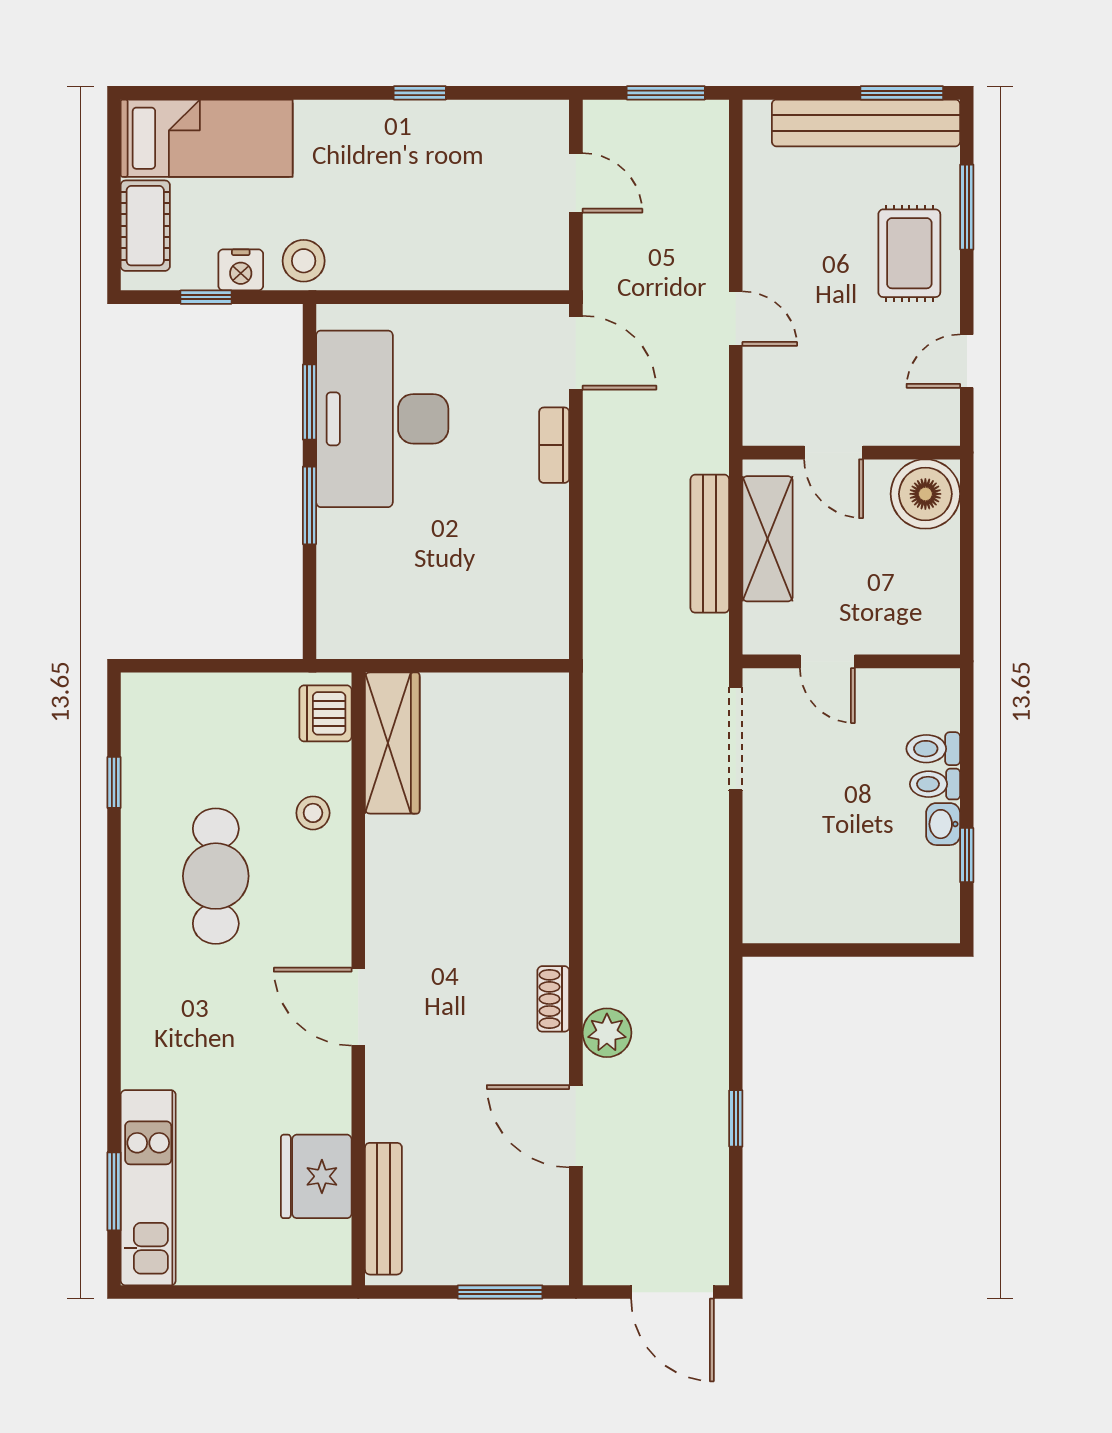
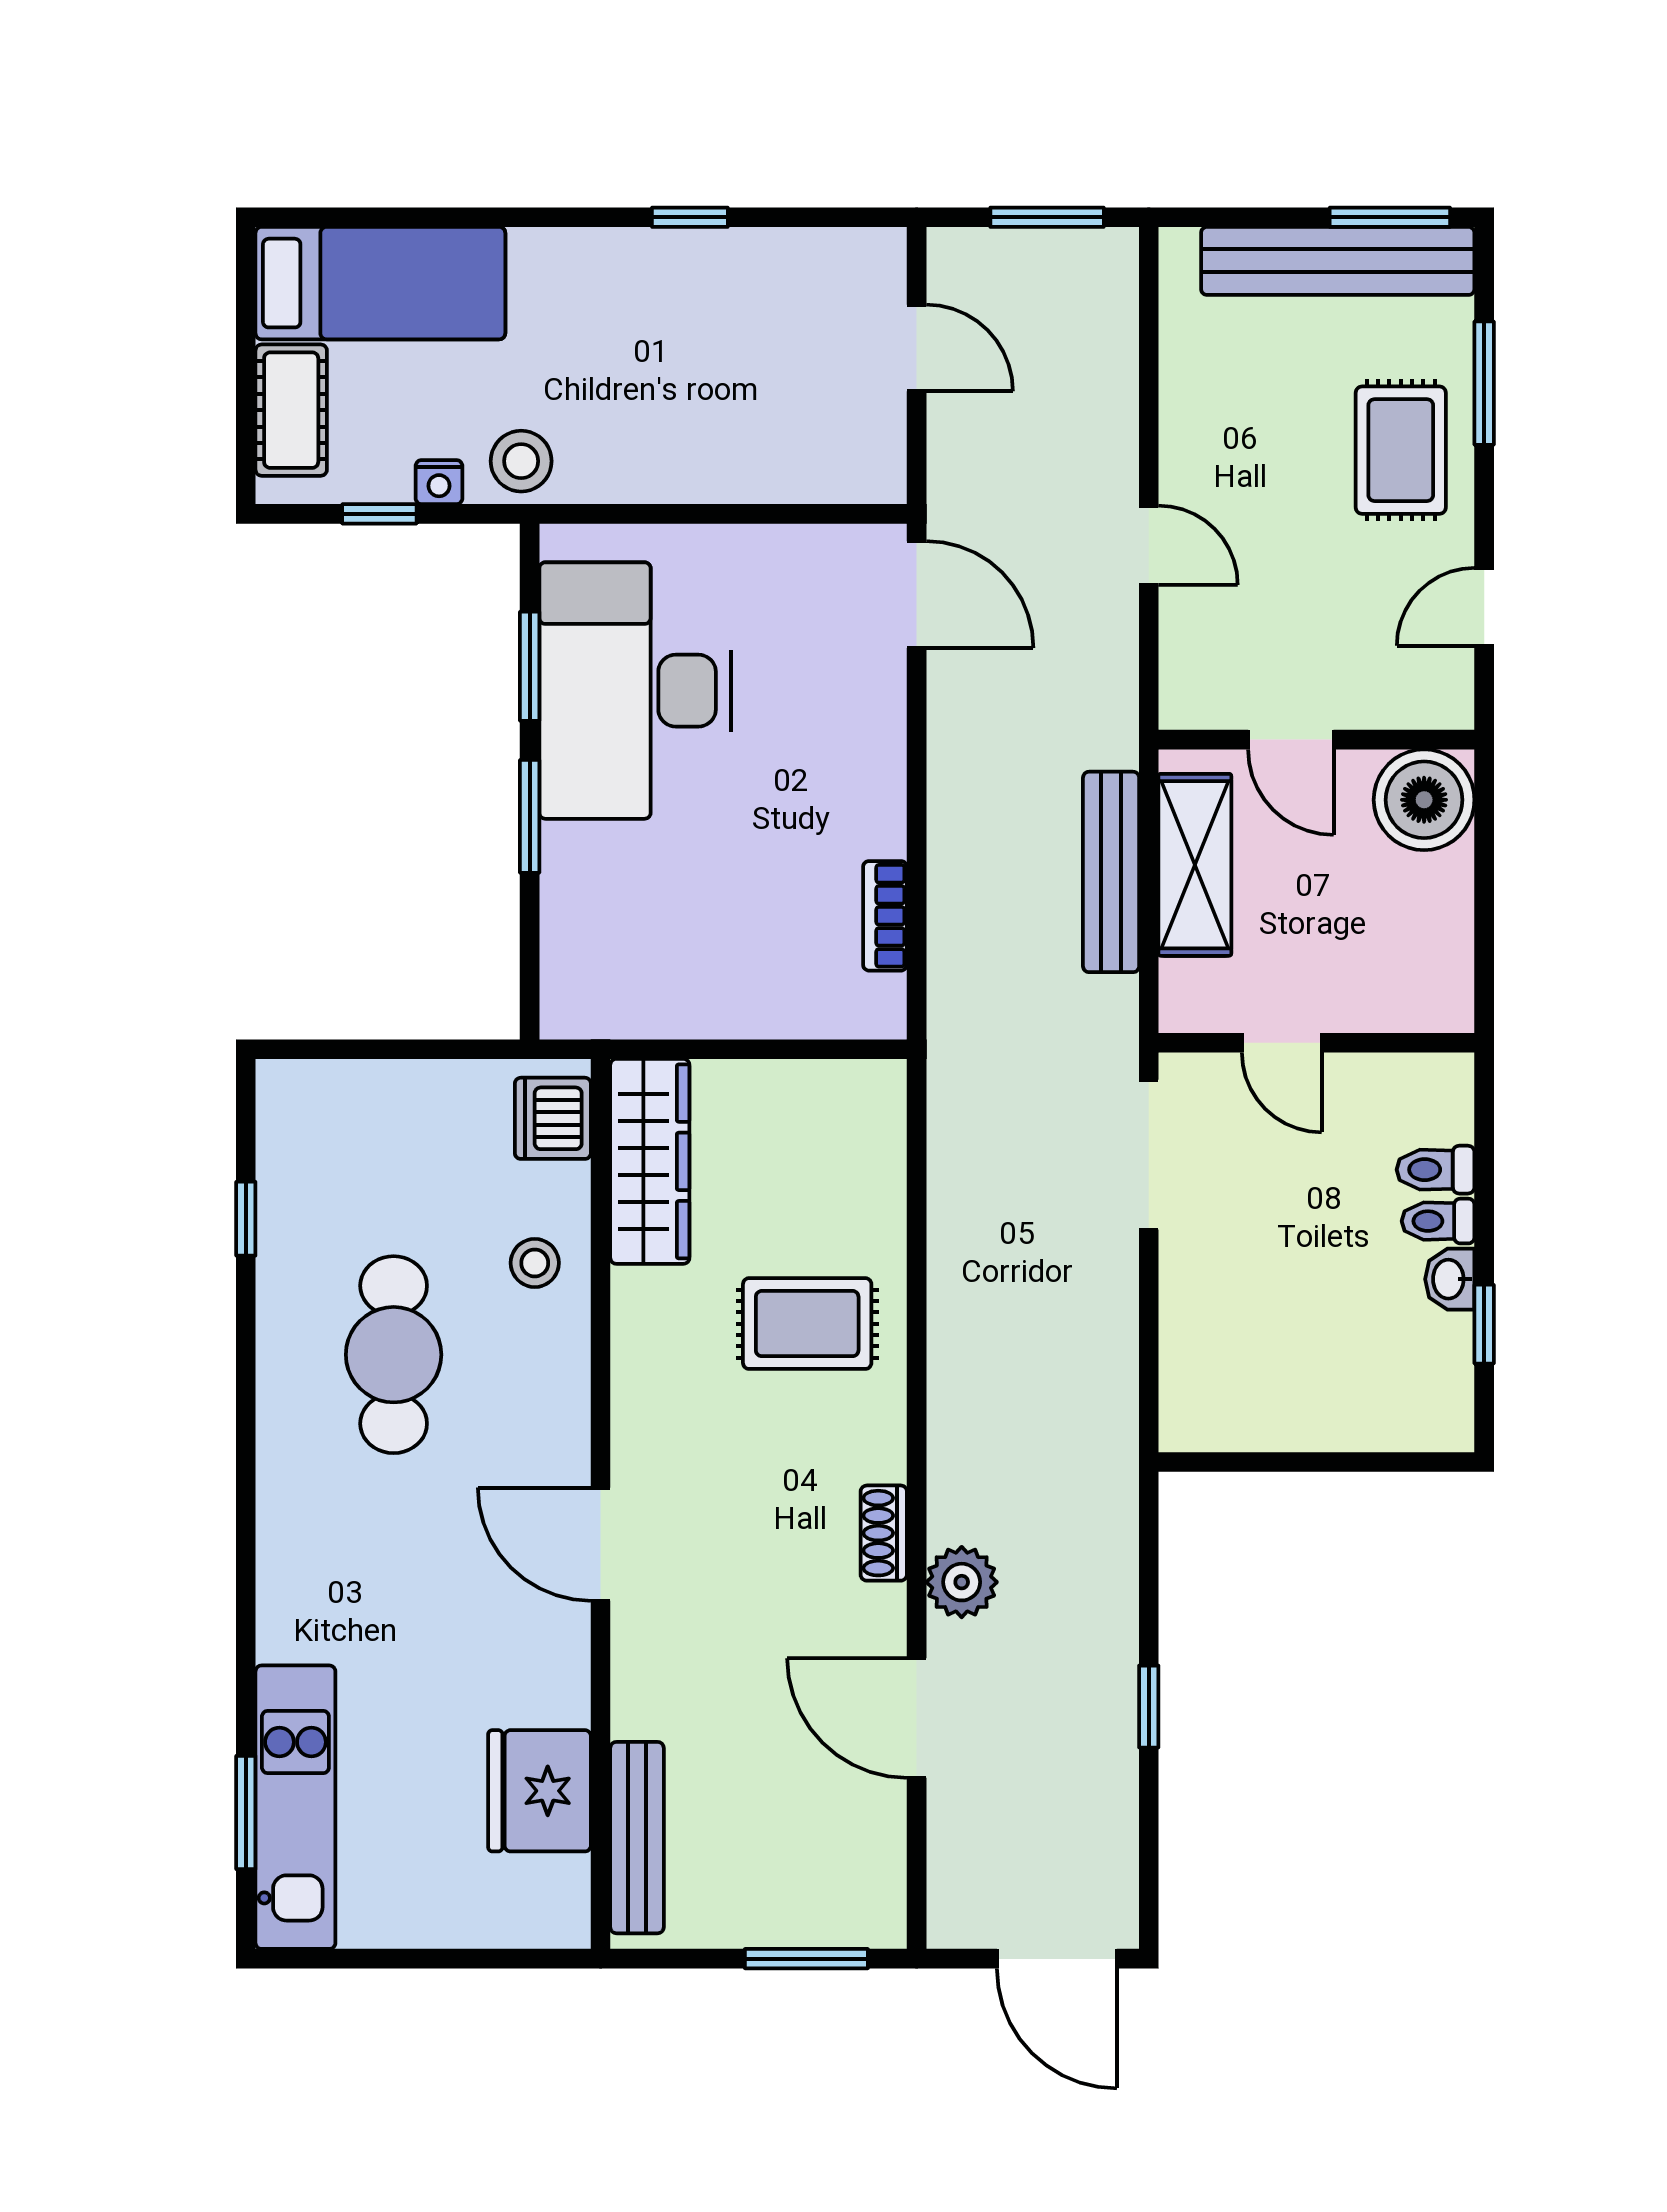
nightstand: (241, 270) -> (439, 482), width x0.72, depth x0.74
bookcase: (554, 445) -> (885, 916), moved
rug: (501, 855) -> (807, 1324), added

